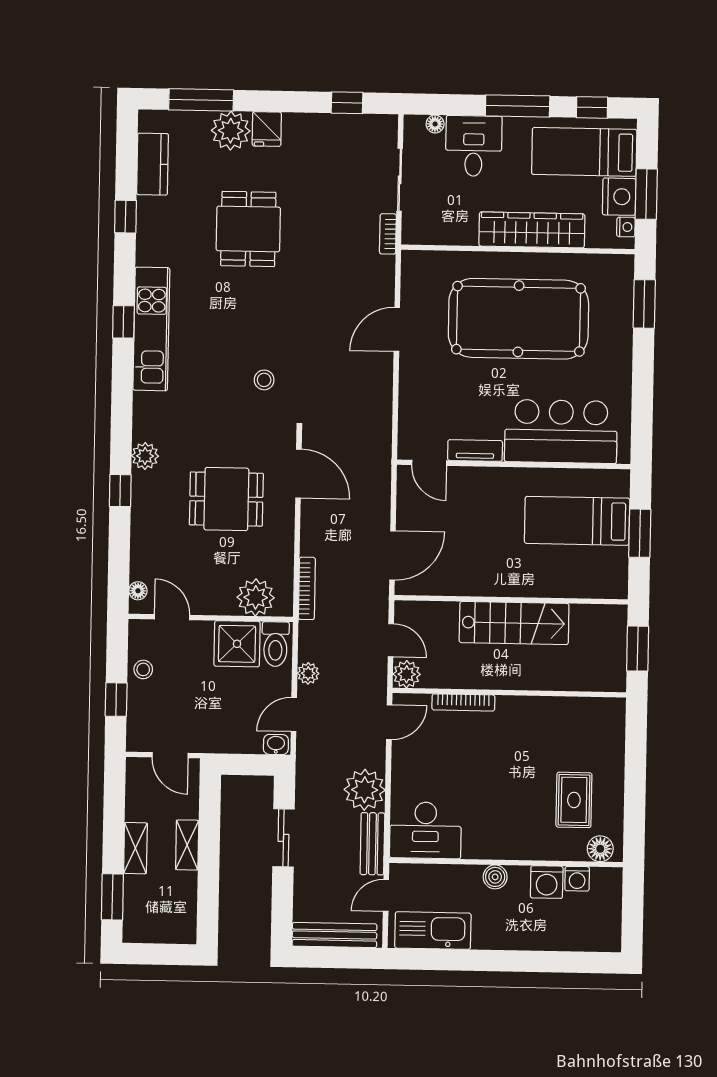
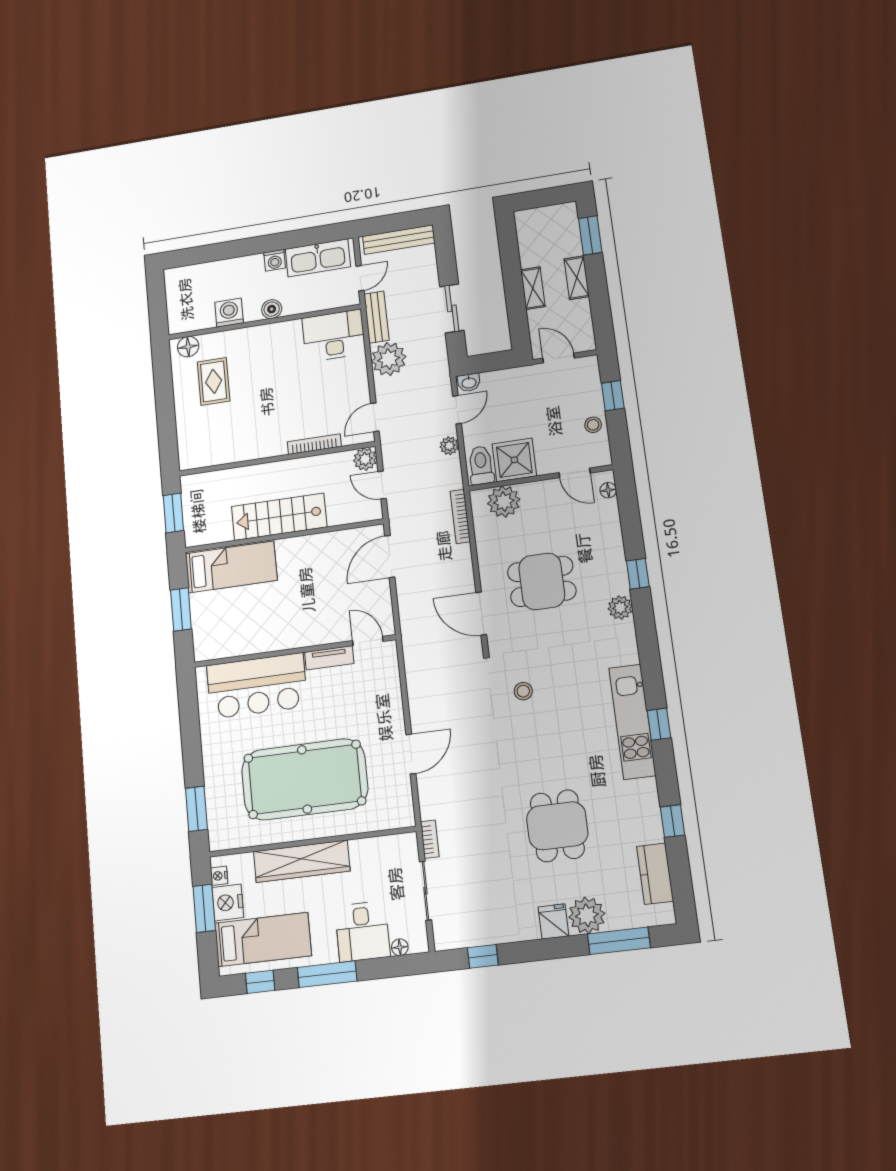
bed: (577, 521) -> (231, 567), moved
washing machine: (577, 879) -> (275, 260), moved, turned 180

